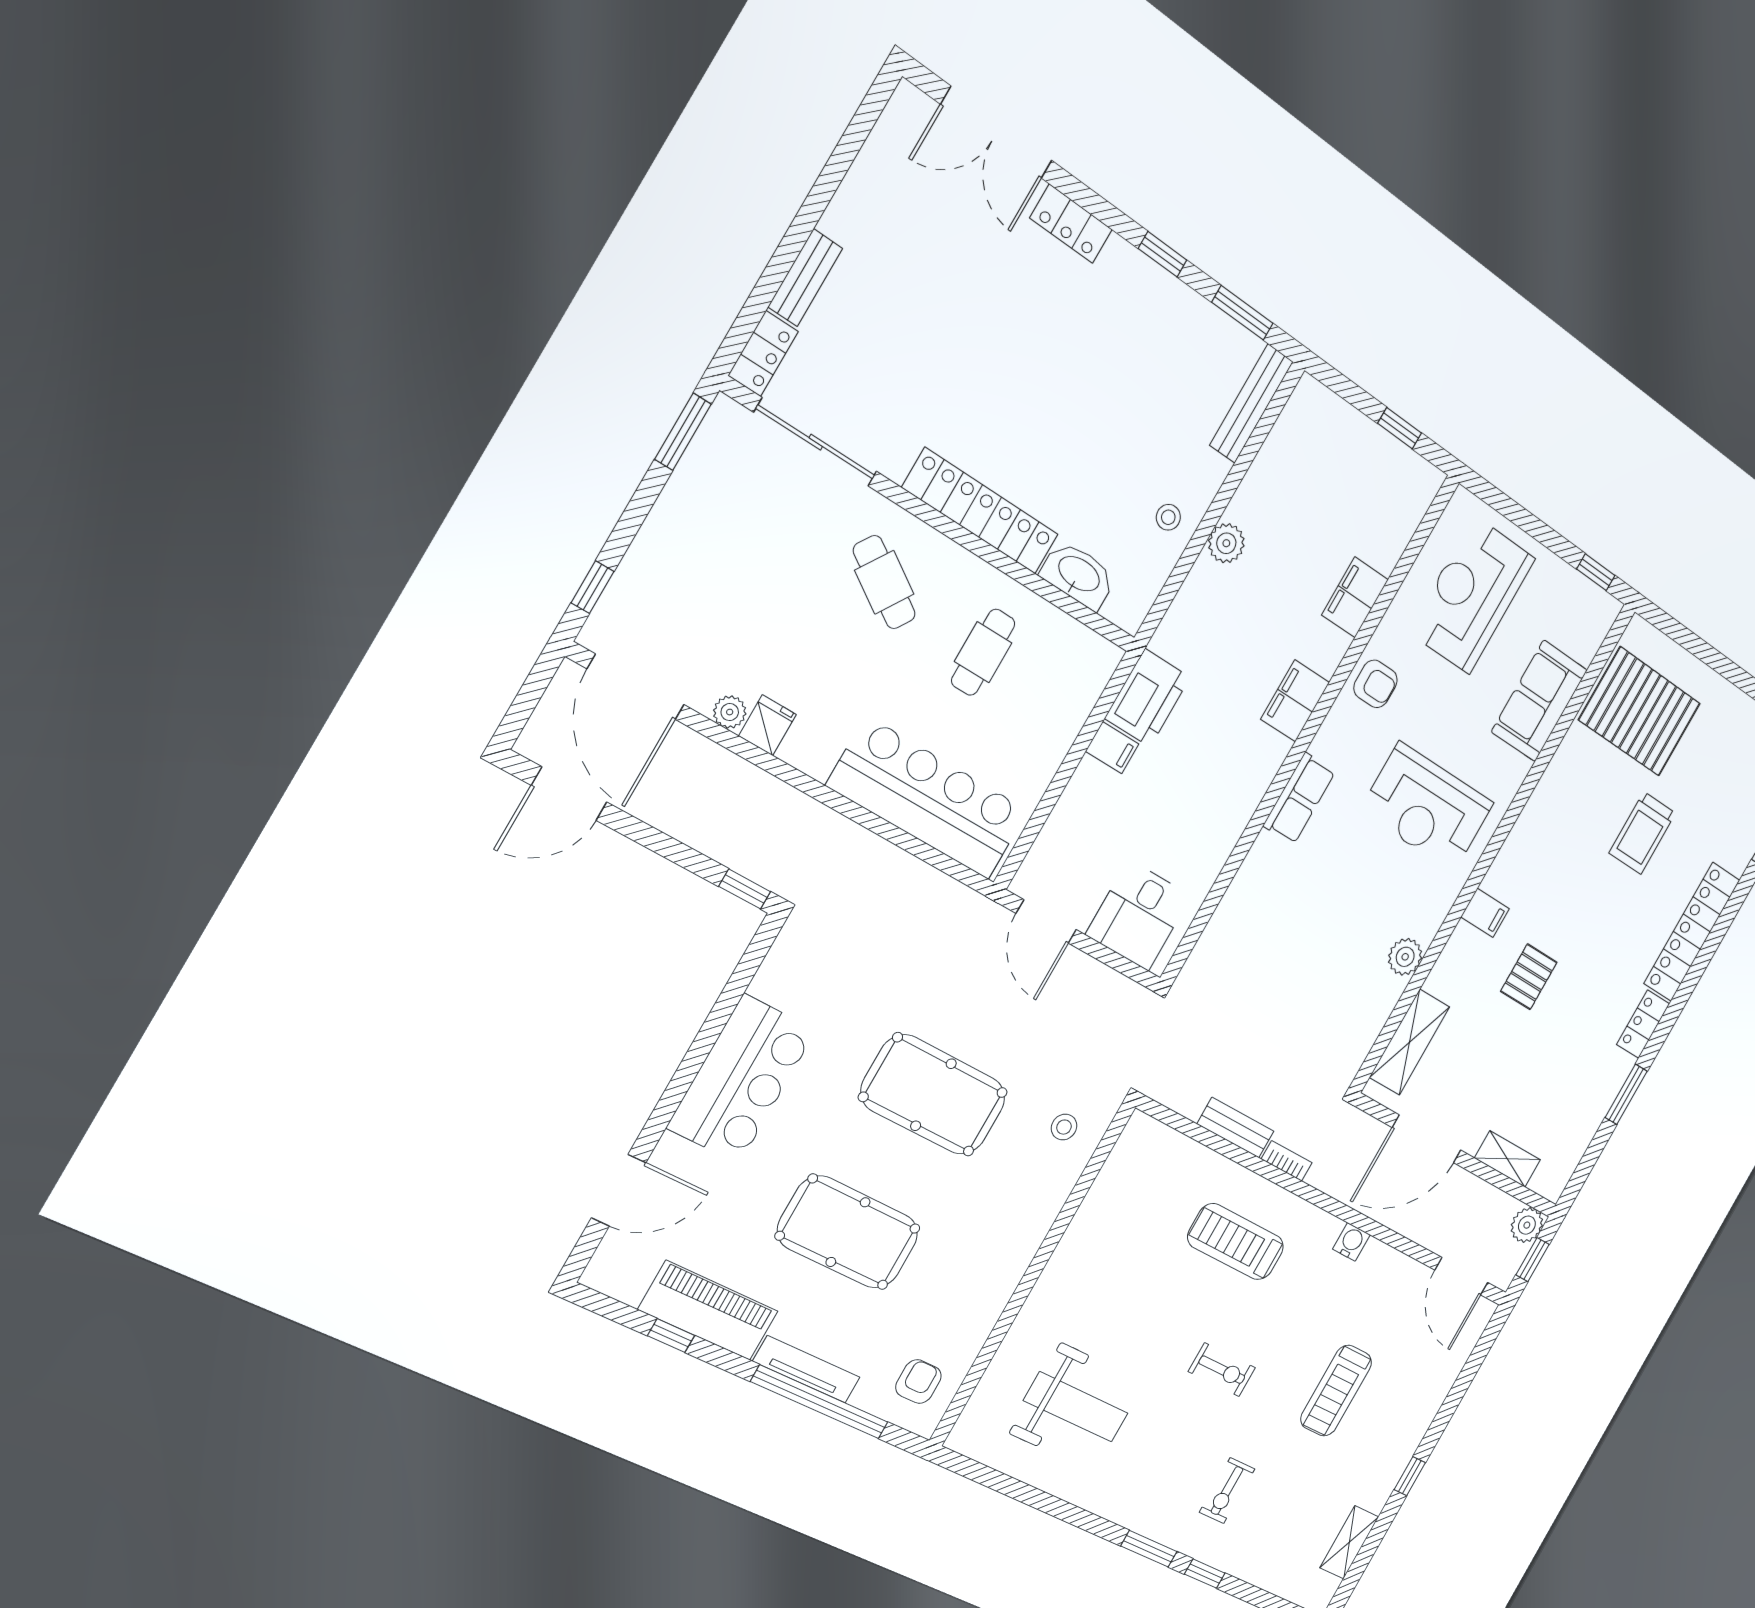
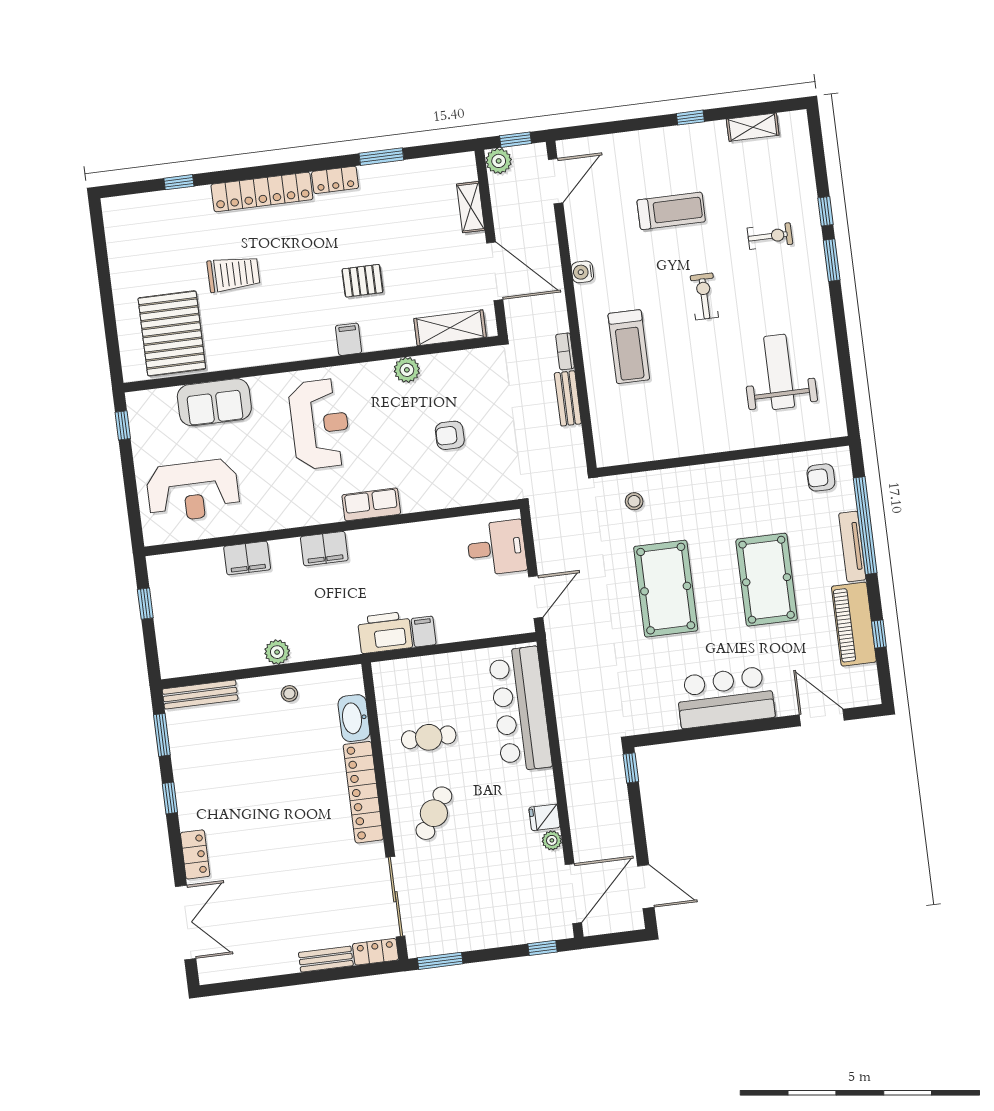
armchair: (1376, 684) -> (450, 435), moved, turned -90

